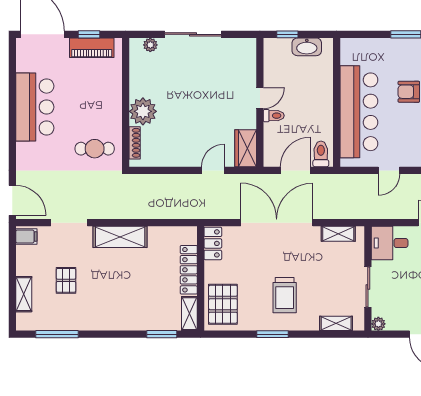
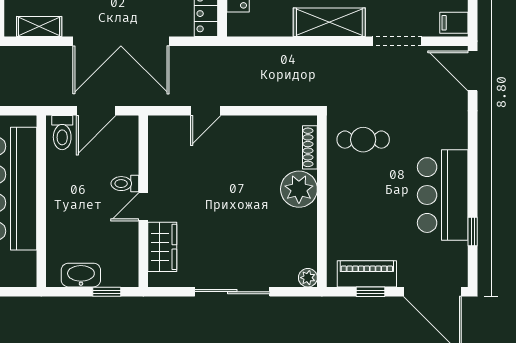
plant: (150, 45) -> (308, 278), moved
window: (12, 80) -> (473, 231), added
wardrobe: (246, 148) -> (162, 247), moved

